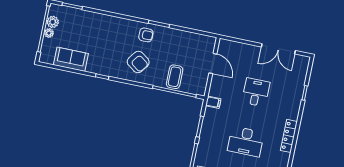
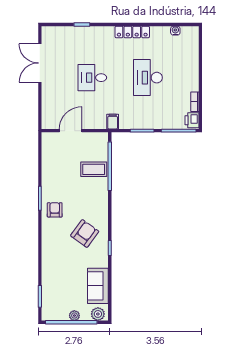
plant: (53, 22) -> (98, 314), moved
double door: (278, 49) -> (40, 63), swing flipped
armchair: (138, 62) -> (85, 233), moved
desk: (246, 141) -> (148, 78), turned 180

